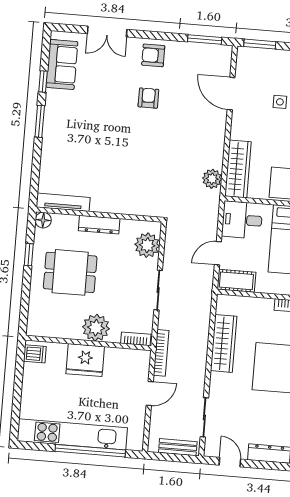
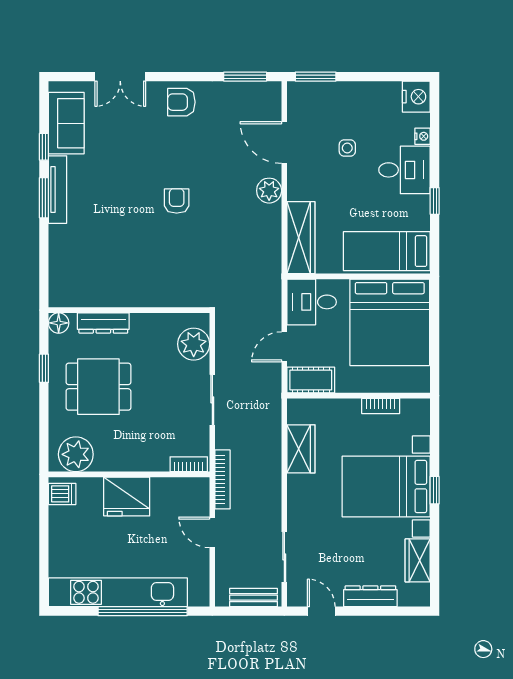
armchair: (148, 98) -> (177, 201), moved
plant: (212, 179) -> (269, 191), moved
tv unit: (63, 202) -> (58, 190), moved, turned 90
dresser: (99, 225) -> (103, 323), moved
plant: (96, 328) -> (76, 454), moved
wardrobe: (224, 343) -> (301, 449), width x0.67
door: (150, 394) -> (212, 532), swing flipped

